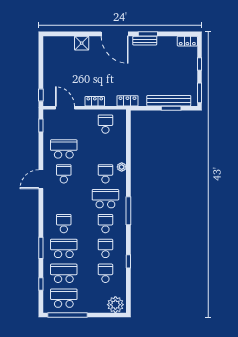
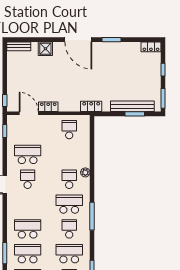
bench: (145, 41) -> (19, 46), moved
locker: (95, 101) -> (48, 107), moved
school desk: (64, 224) -> (28, 229), width x1.85
school desk: (105, 248) -> (69, 254), width x1.85

